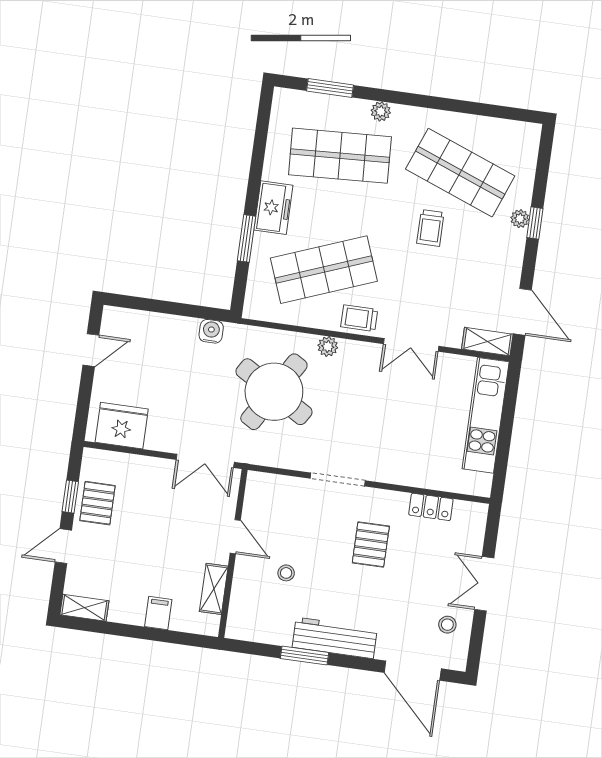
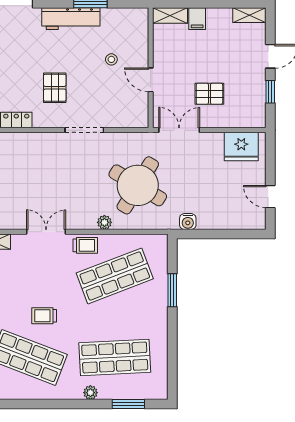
freezer: (273, 208) -> (156, 314), removed
trolley: (430, 228) -> (44, 316), turned -90
door: (91, 350) -> (270, 197), hinge flipped
pallet: (97, 503) -> (209, 94), moved, turned 90
shelving: (214, 589) -> (170, 16), moved, turned 90

